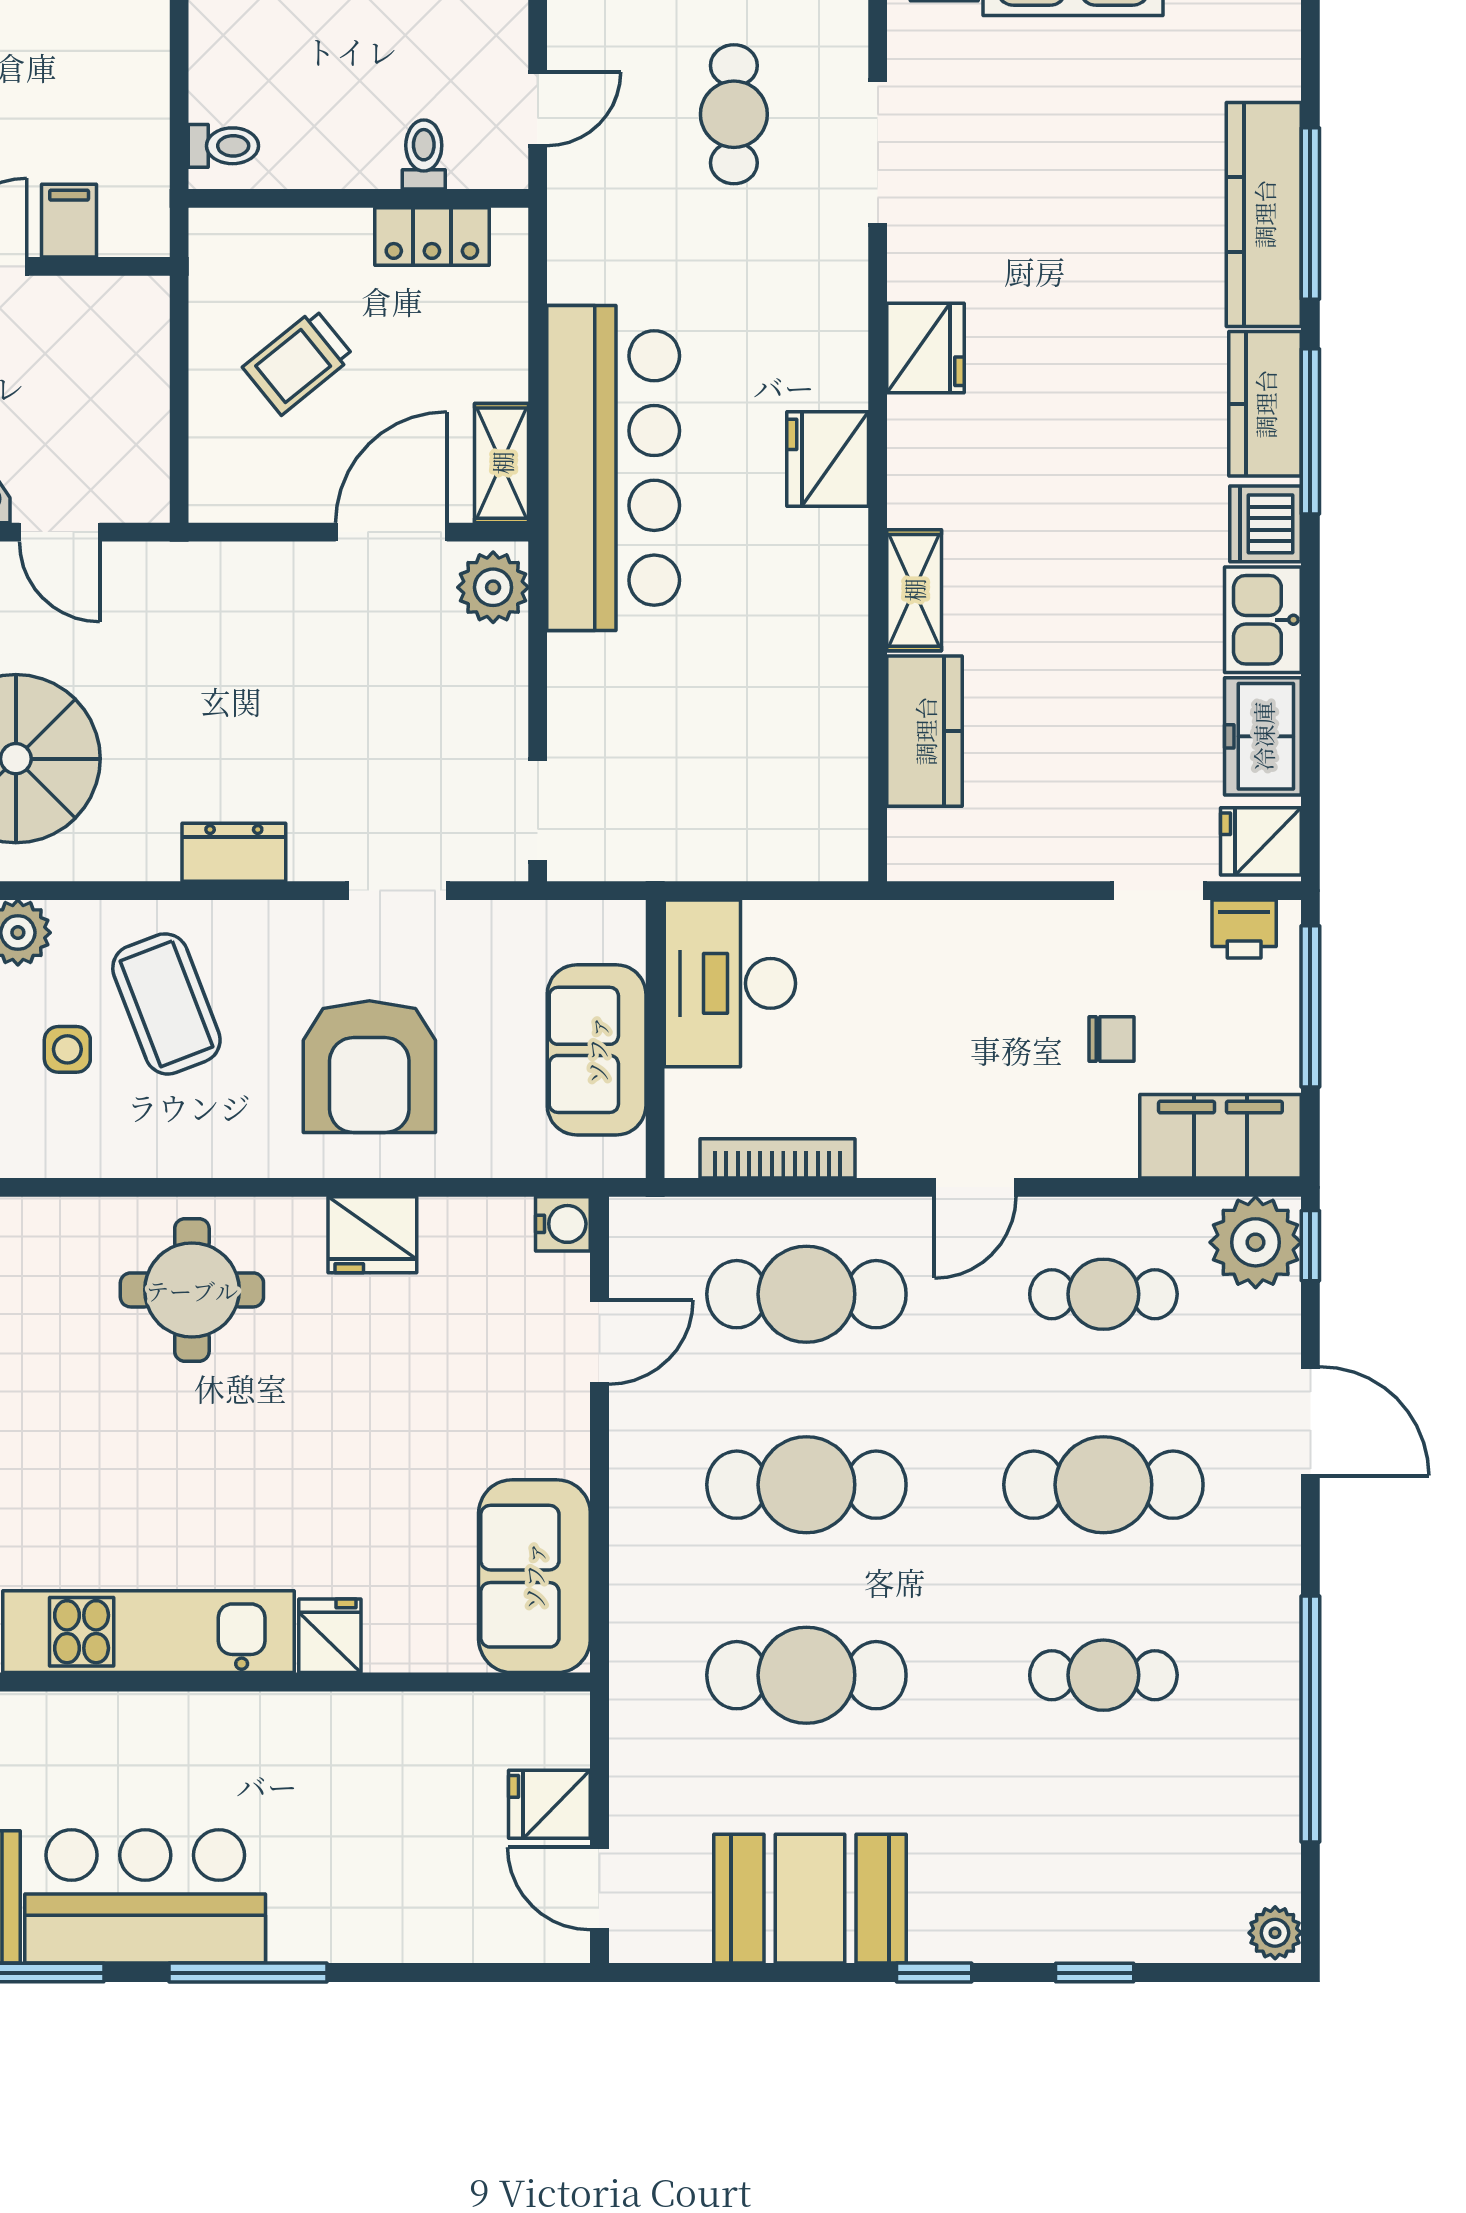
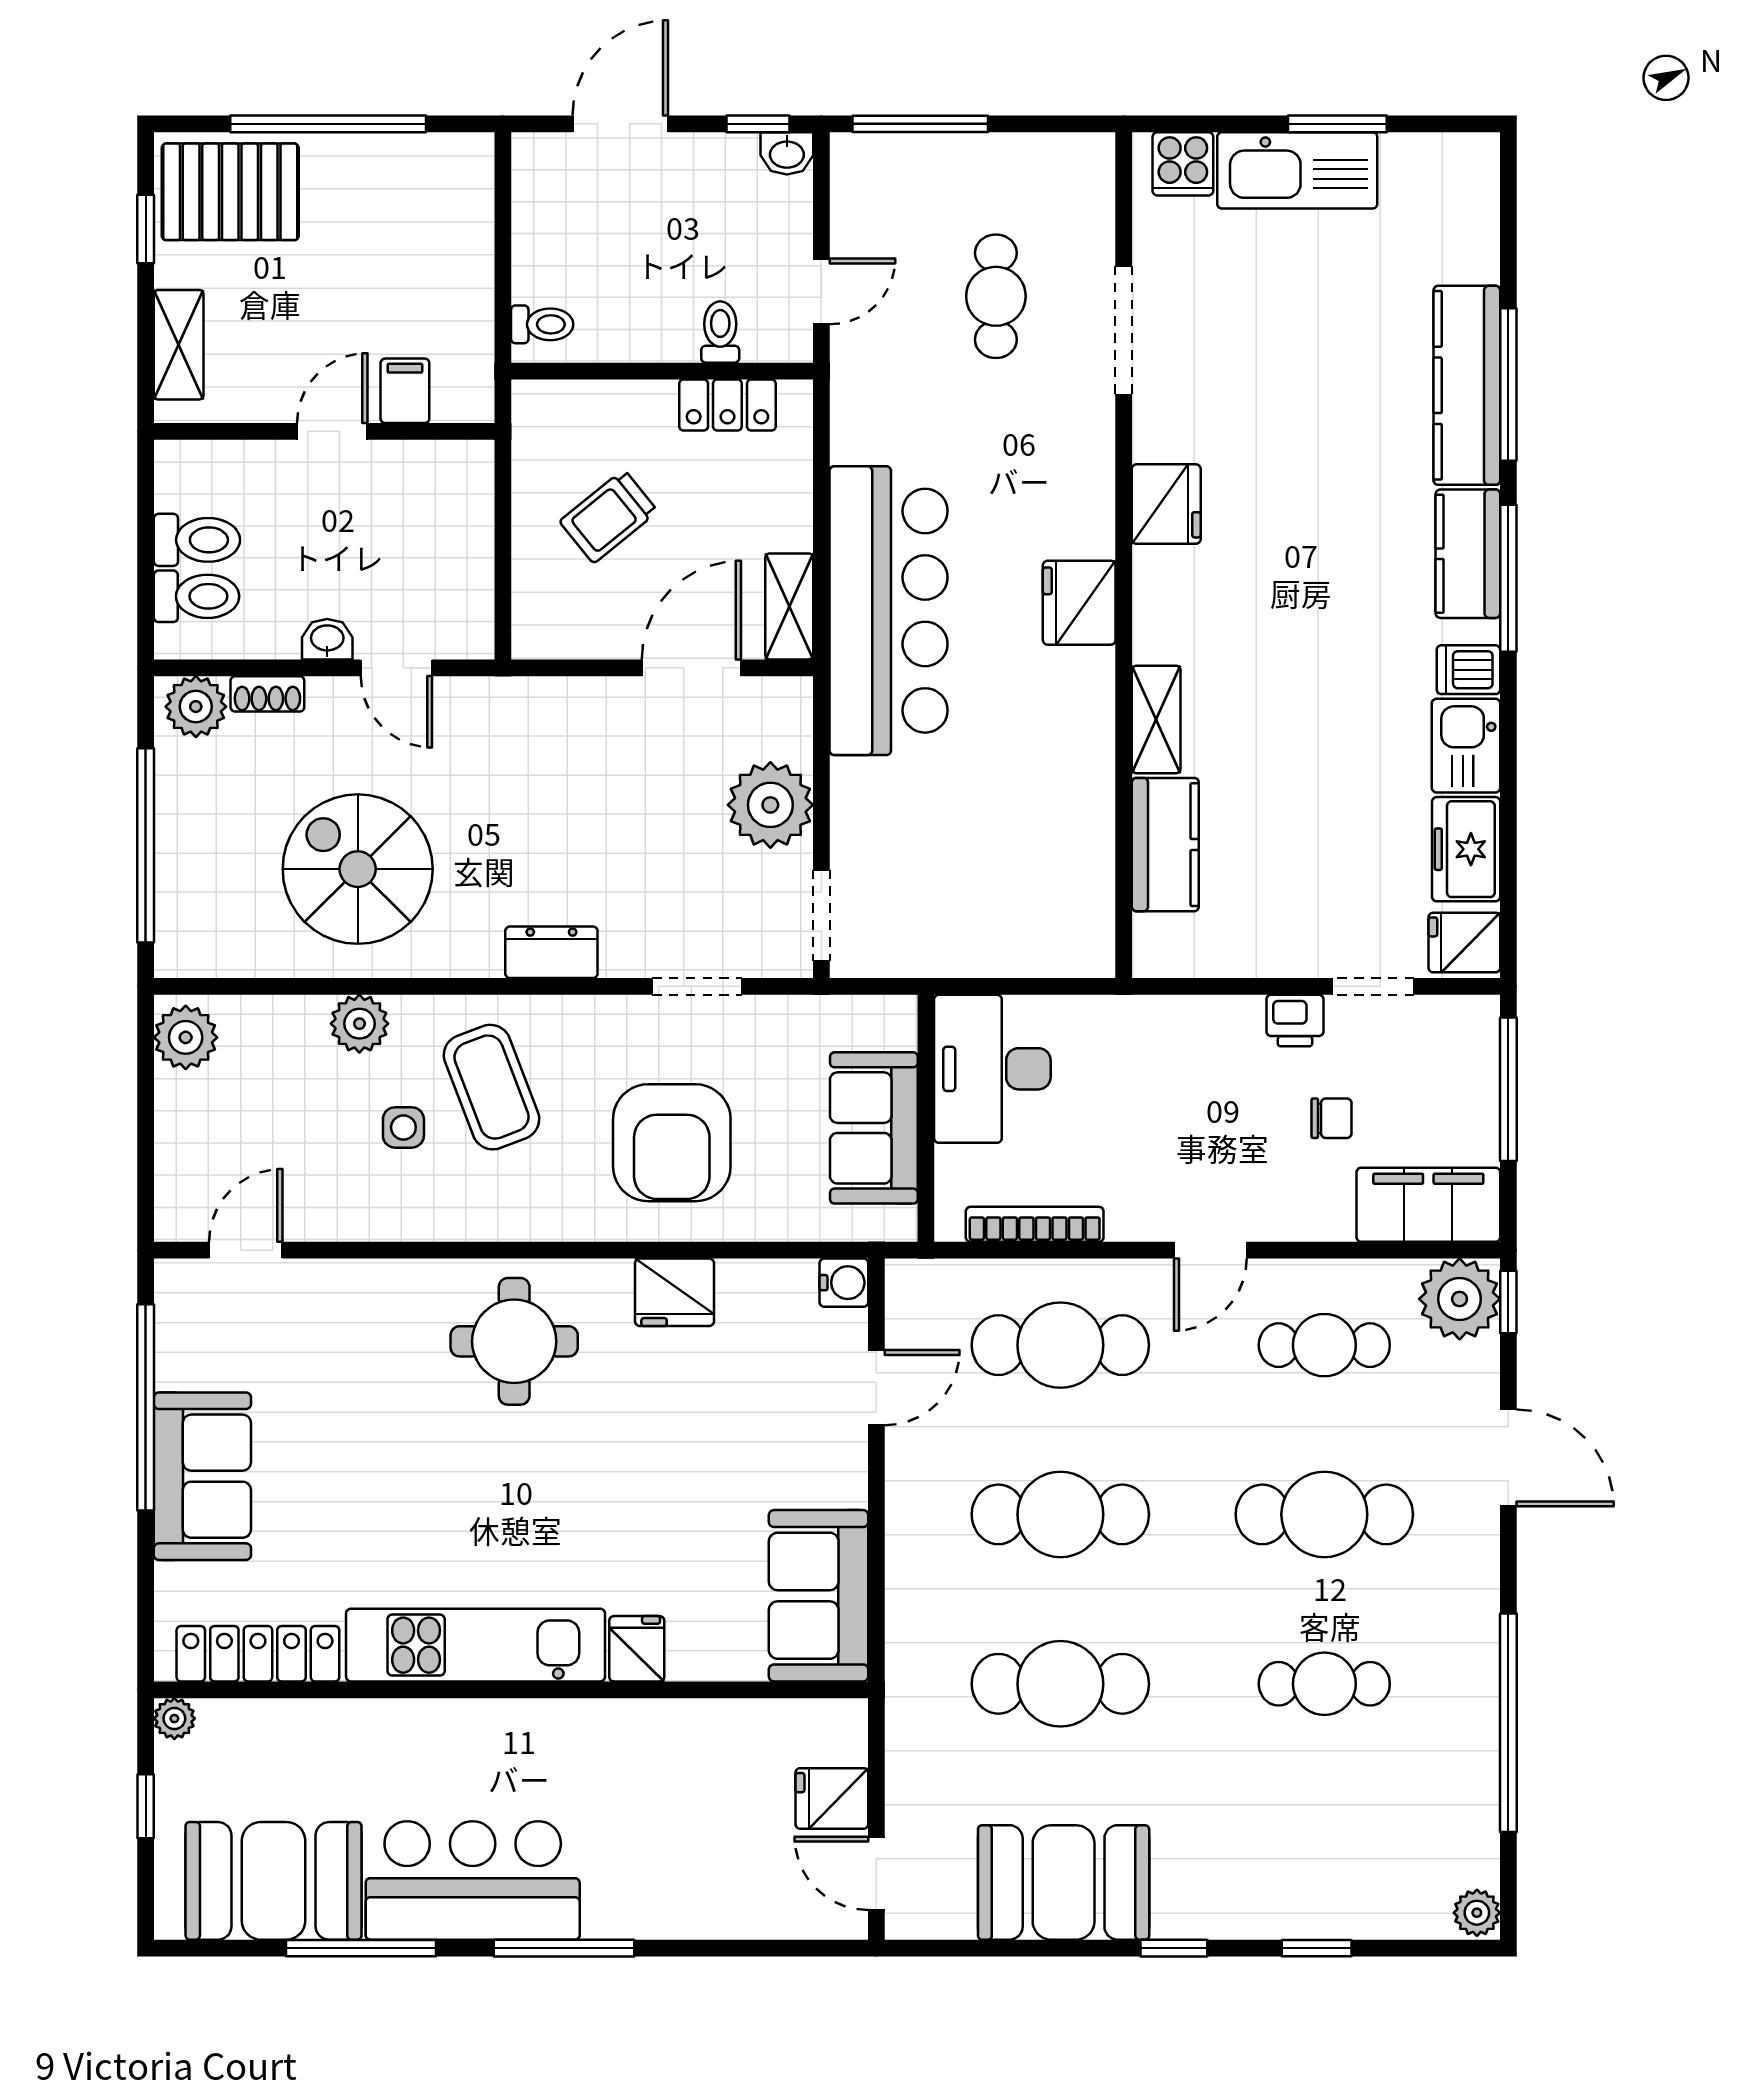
dishwasher: (1266, 524) -> (1468, 670), width x0.73
plant: (493, 587) -> (770, 805), moved, width x1.36, depth x1.36
printer: (1244, 929) -> (1295, 1021), moved

